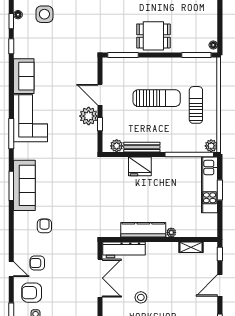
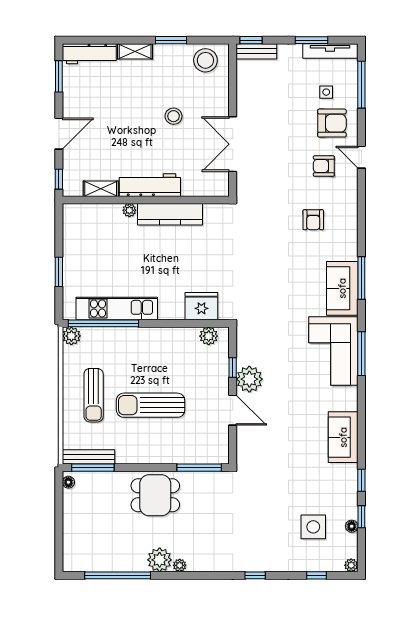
corner sofa: (31, 118) -> (333, 351), moved
bench: (142, 147) -> (88, 457), moved
fridge: (140, 166) -> (201, 306), moved
sofa: (24, 185) -> (342, 288), width x0.73
kitchen unit: (210, 185) -> (117, 308), moved, turned -90
workbench: (124, 250) -> (150, 185), moved
armchair: (37, 263) -> (324, 166), turned 180

